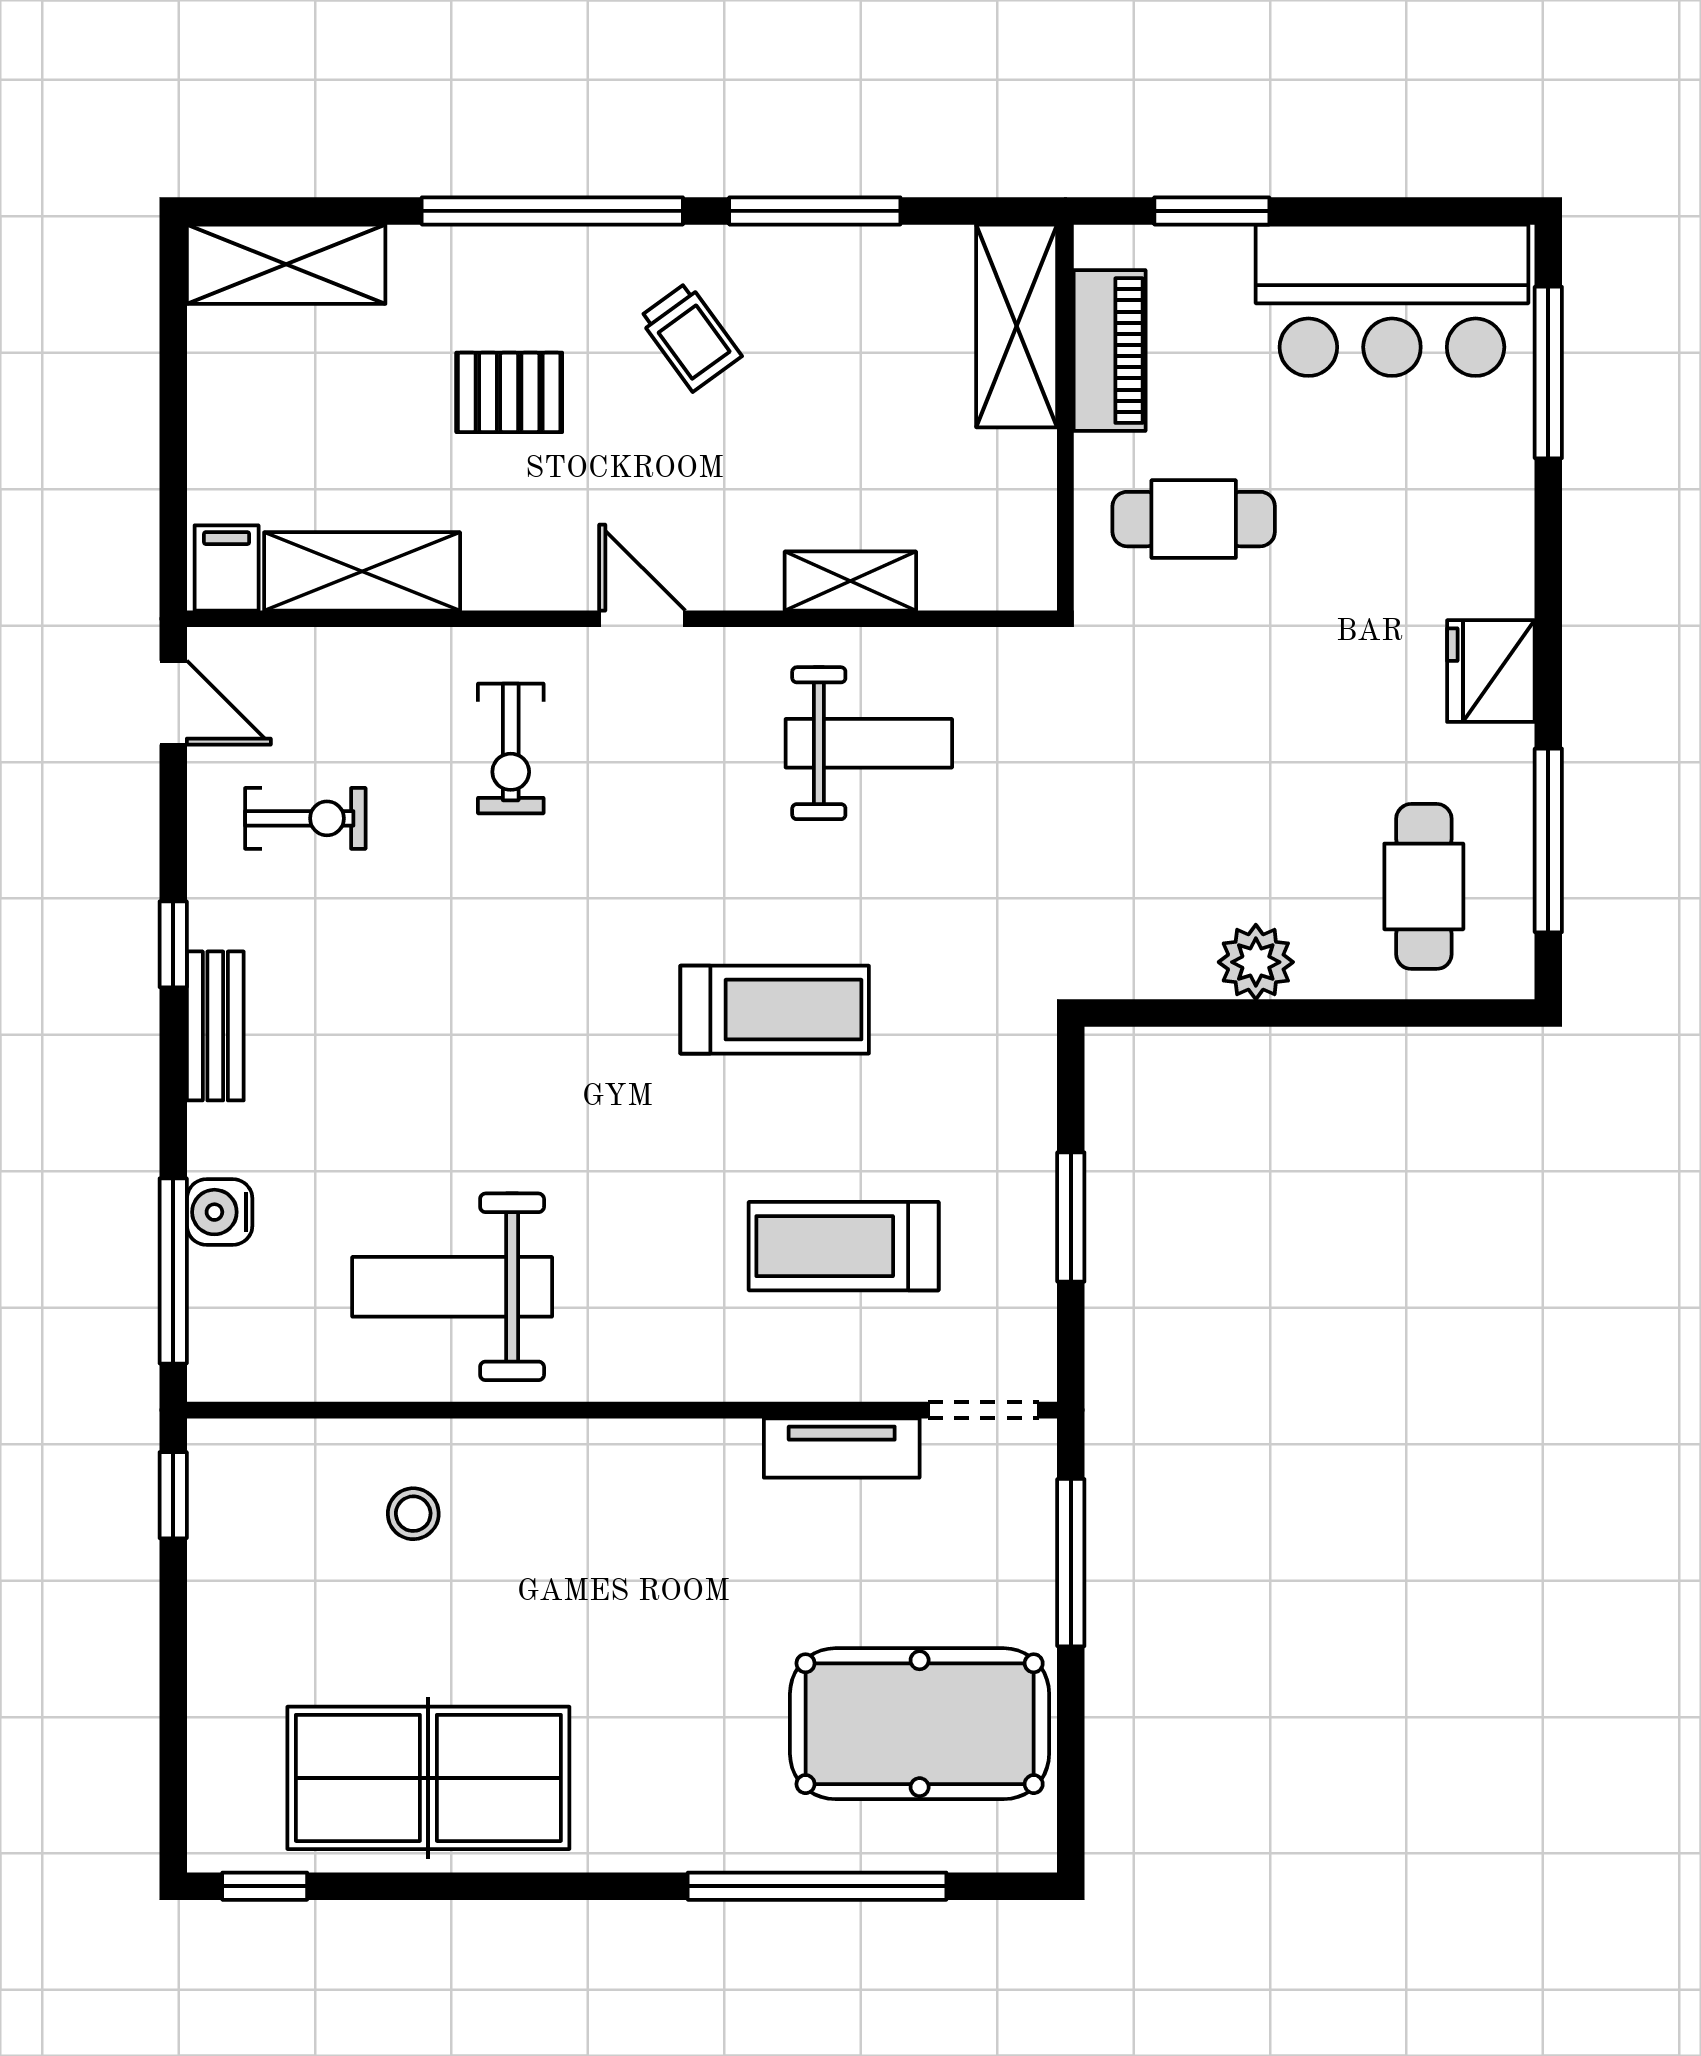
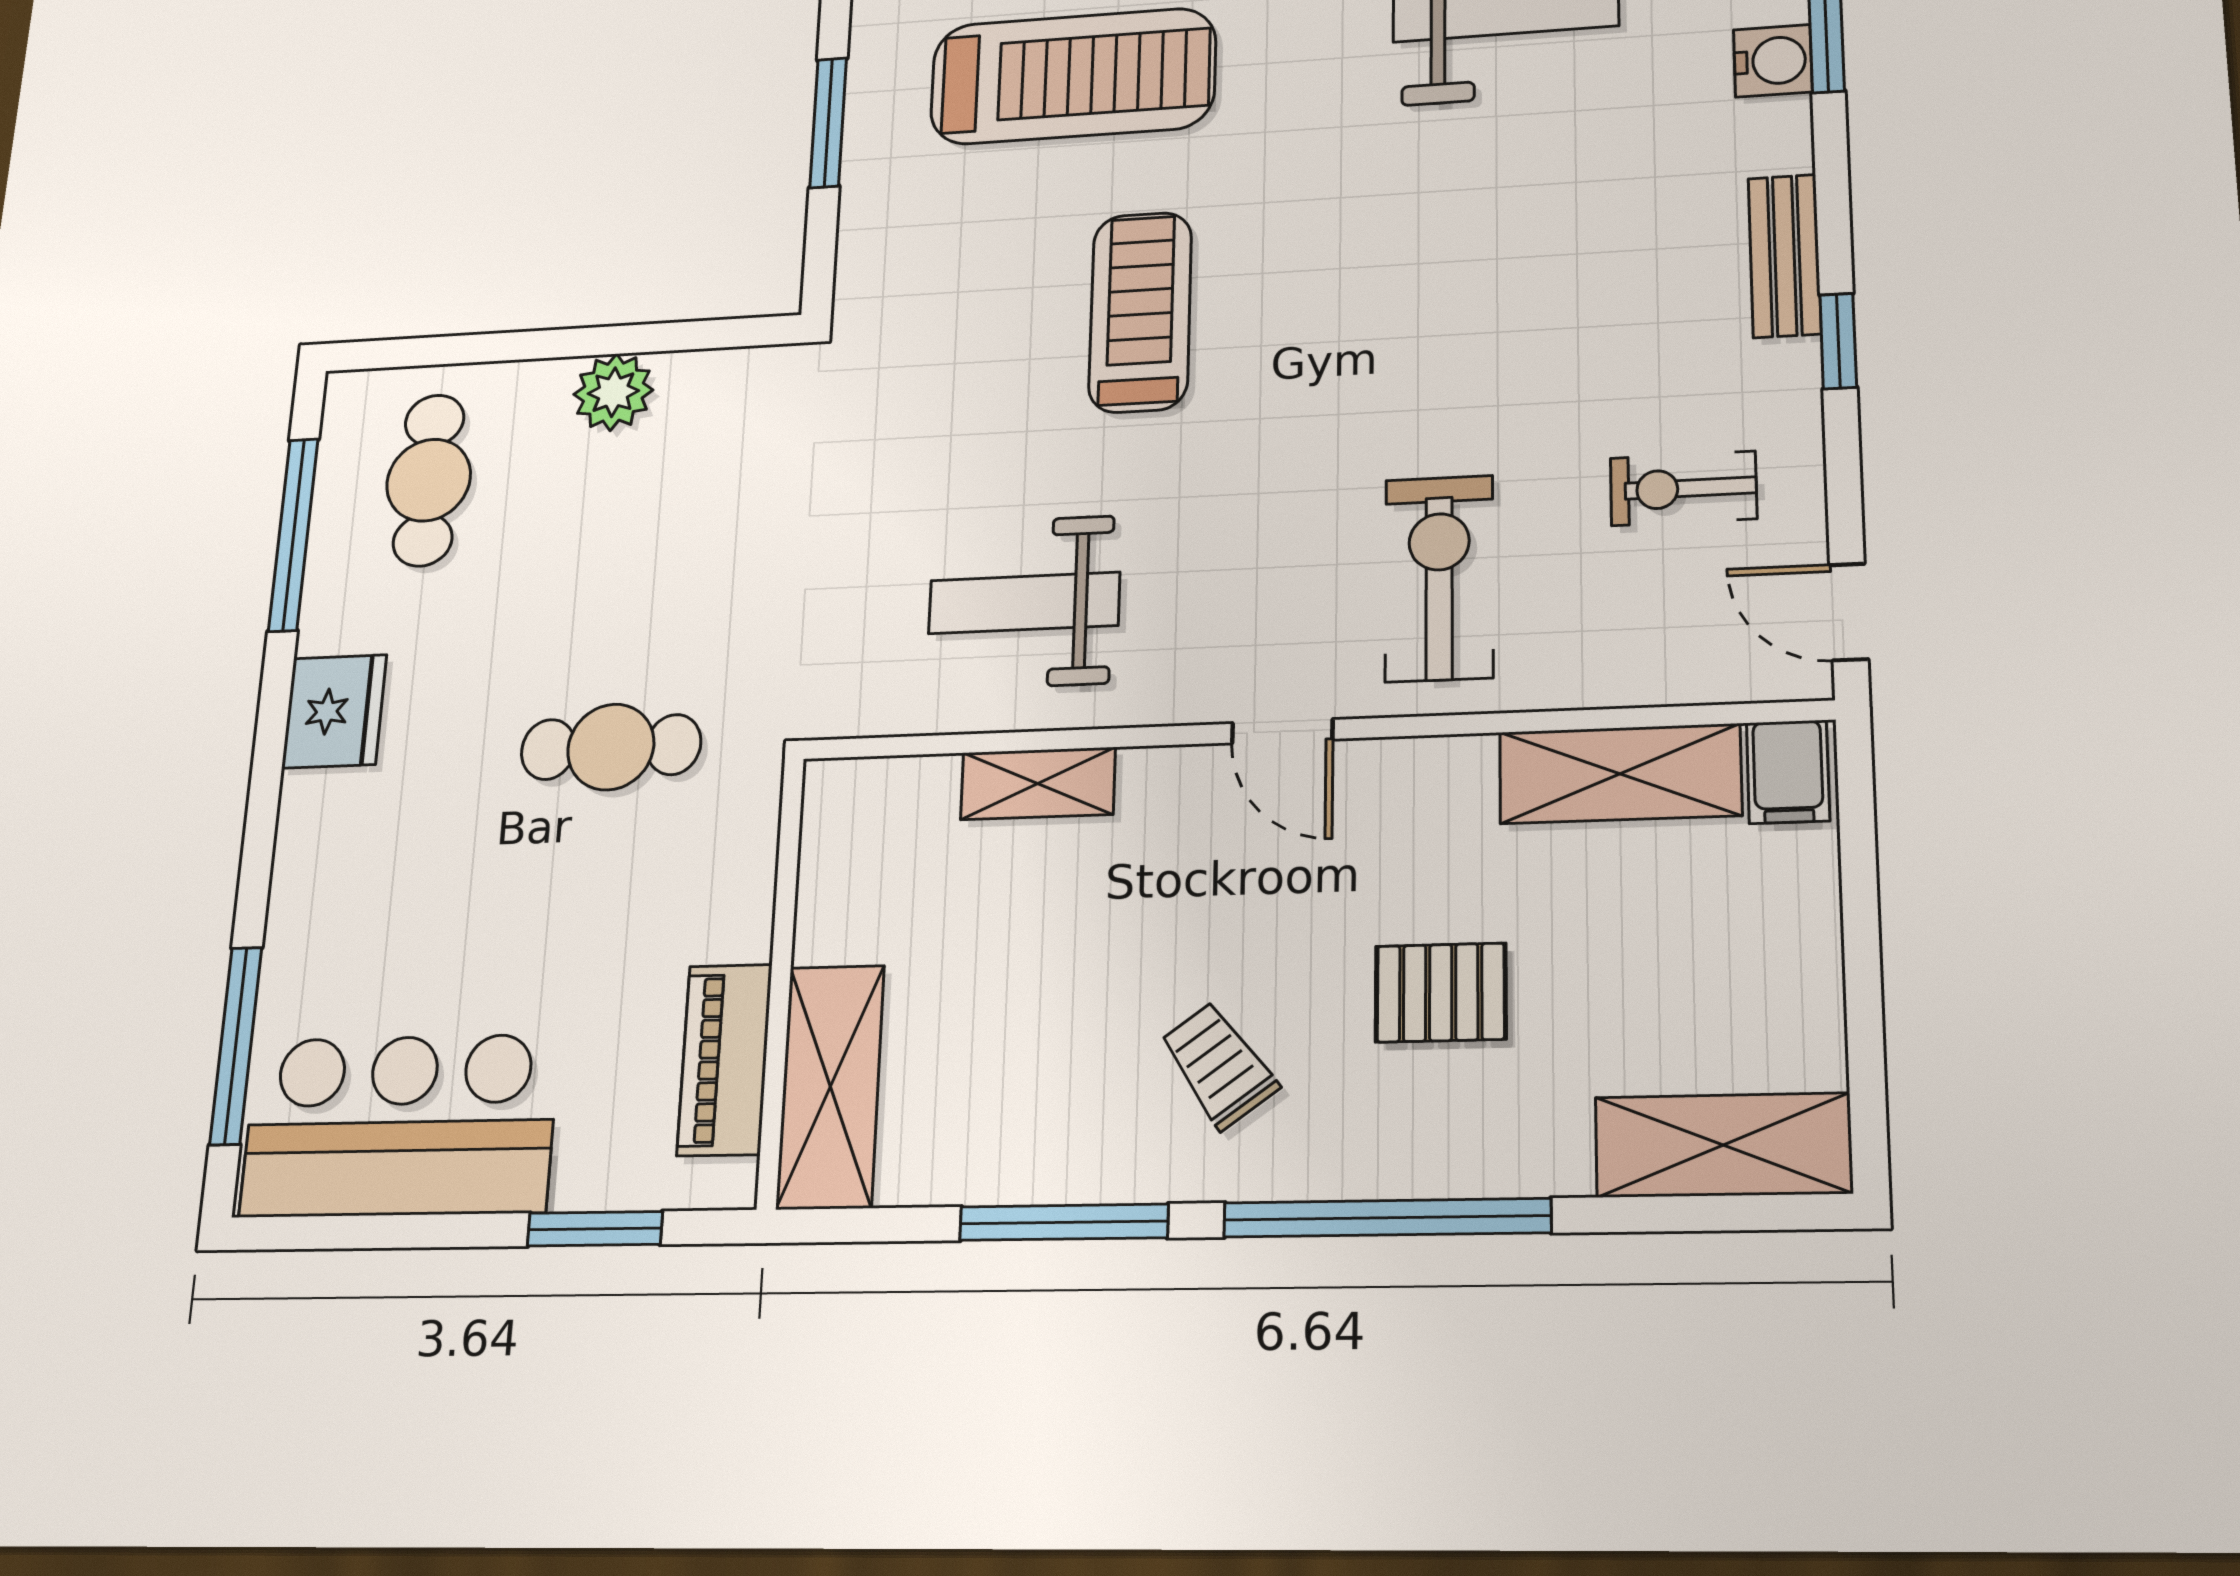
cafe table: (1194, 519) -> (611, 747), moved
exercise bike: (511, 748) -> (1439, 578), width x1.38, depth x1.39
treadmill: (775, 1010) -> (1140, 312), turned 90
treadmill: (844, 1246) -> (1073, 76), width x1.37, depth x1.38

